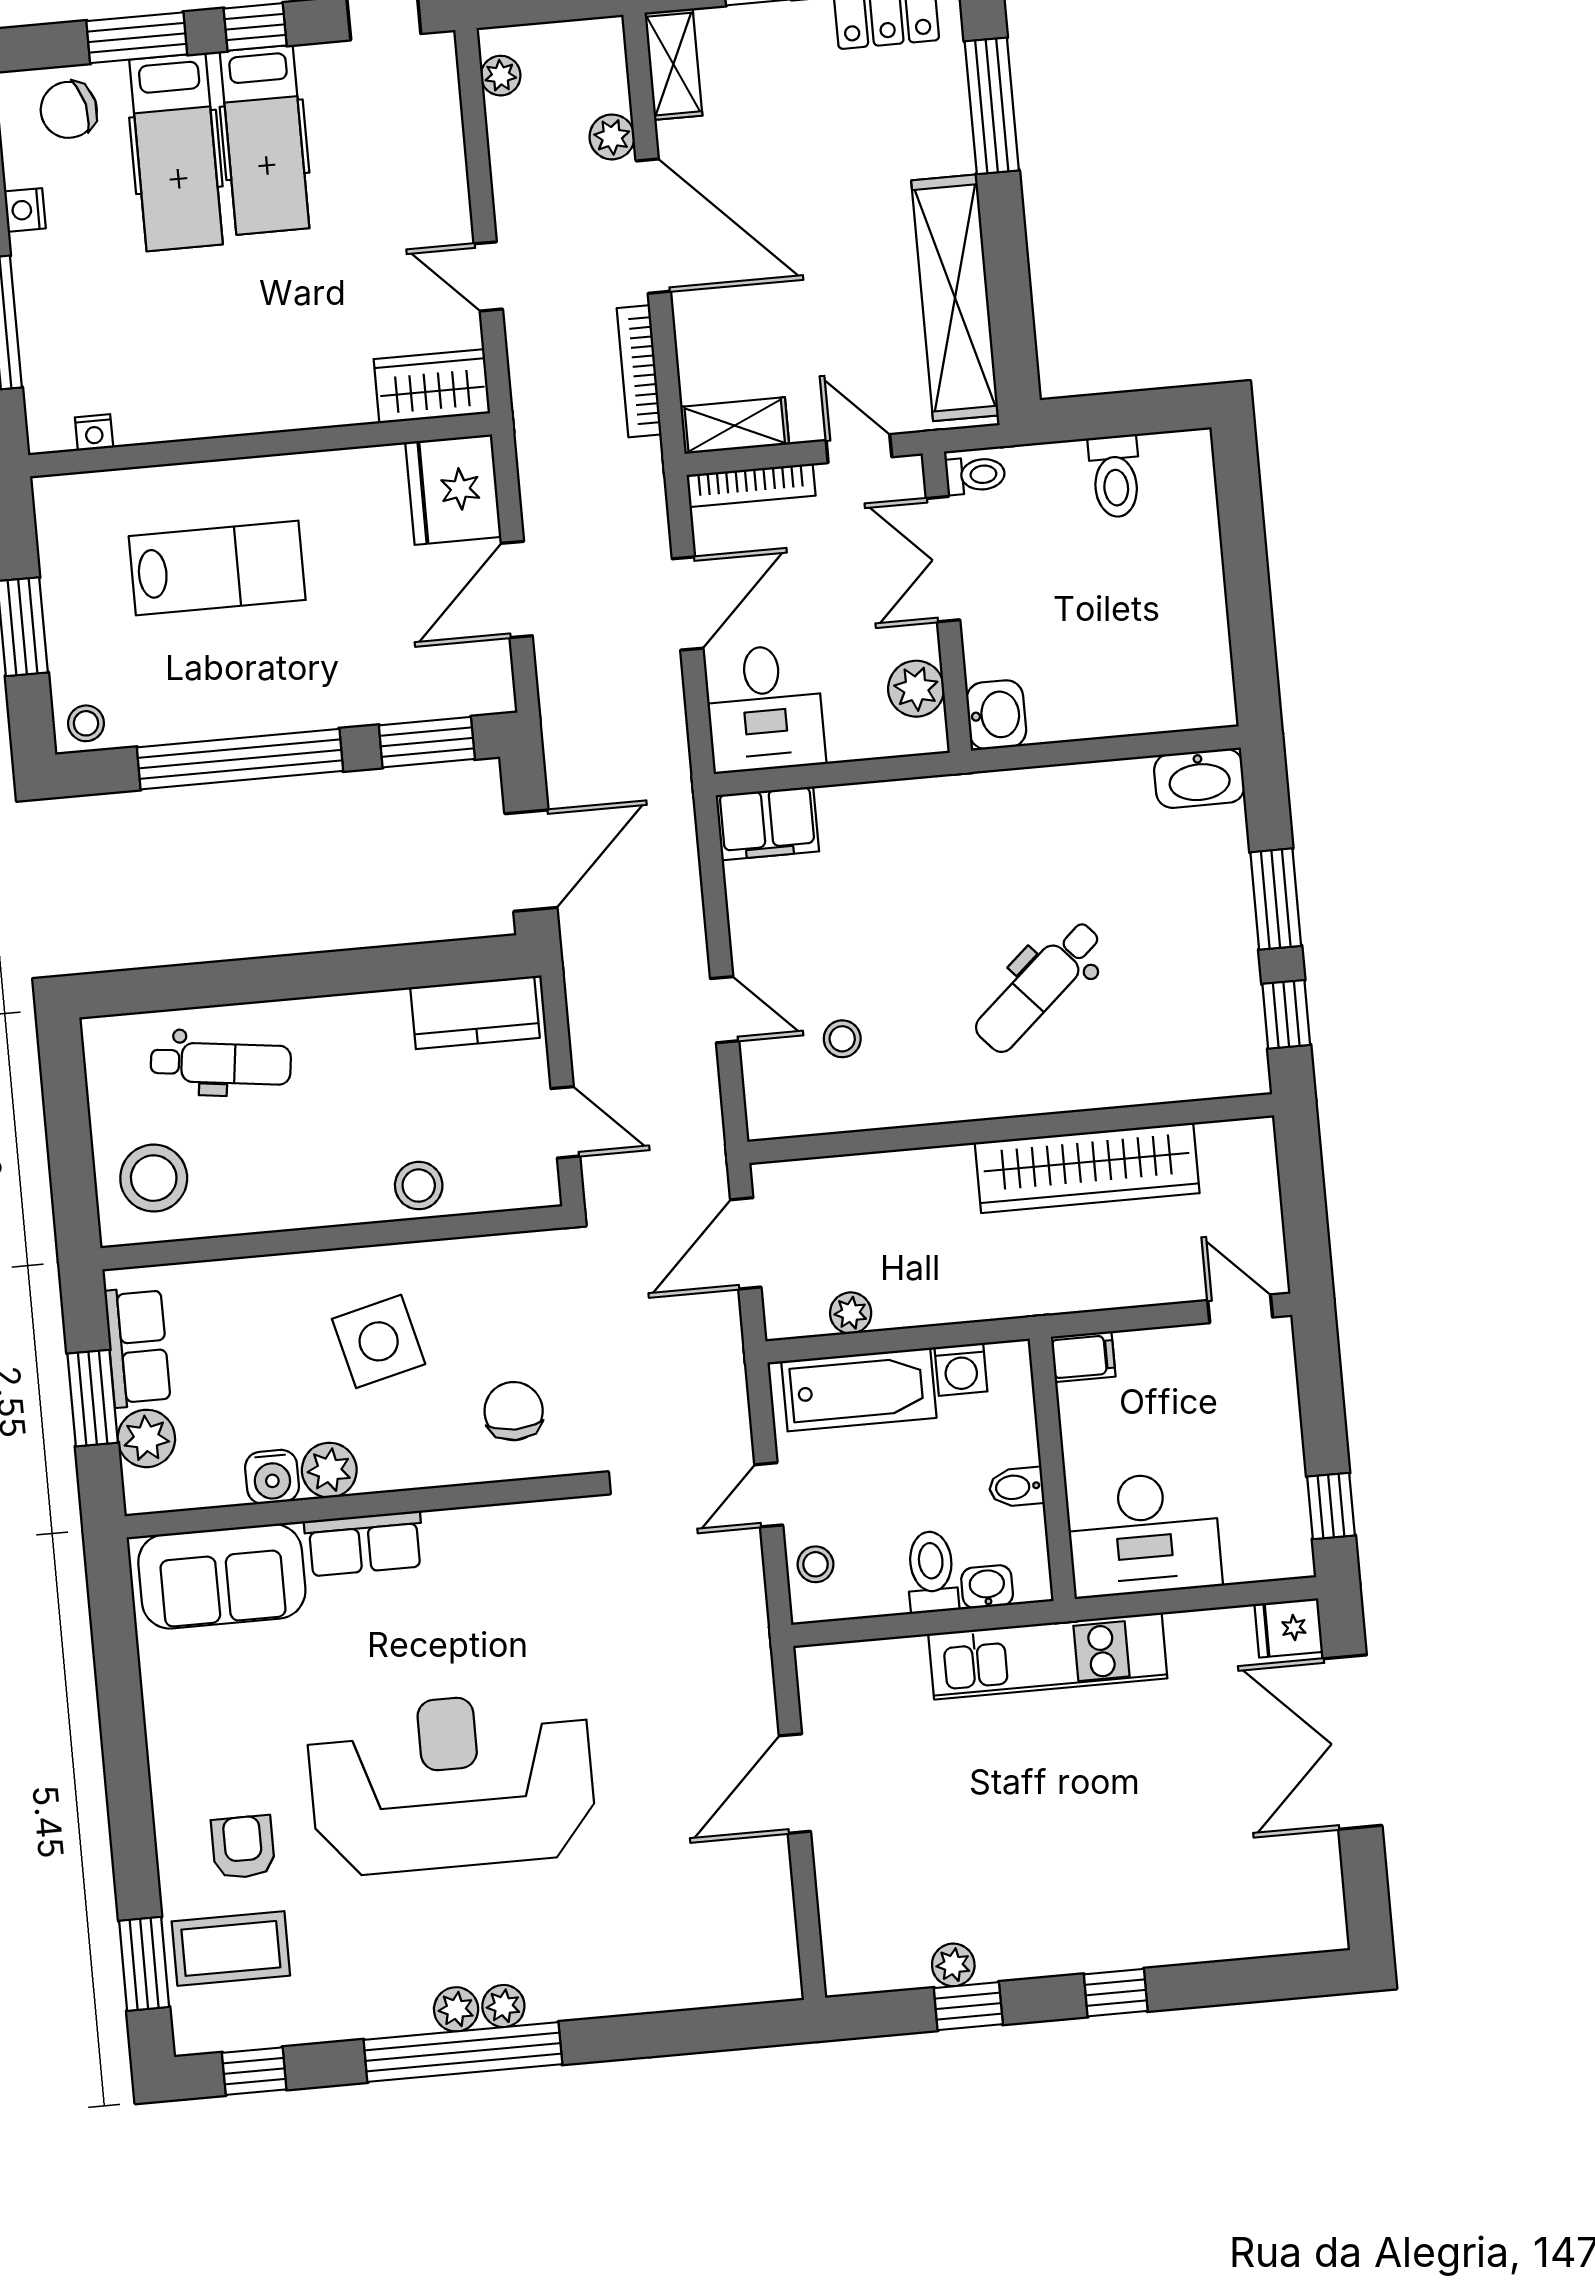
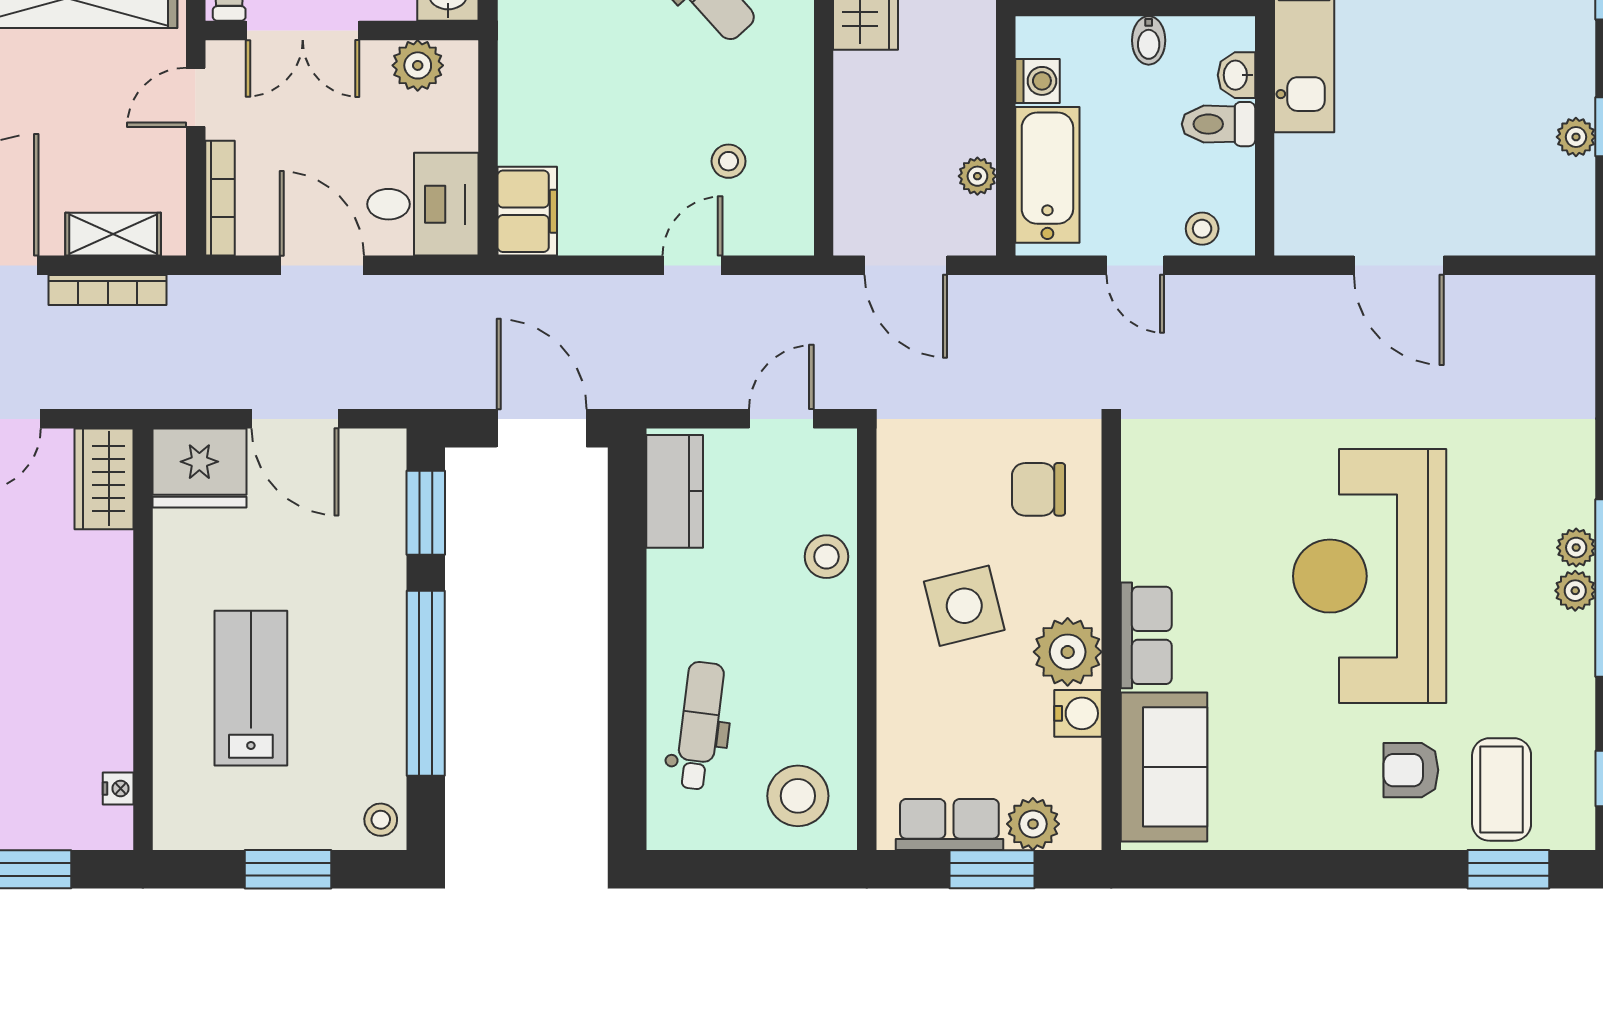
shelving: (735, 426) -> (113, 234), moved, turned 90
plant: (329, 1470) -> (1068, 652), width x1.36, depth x1.36

